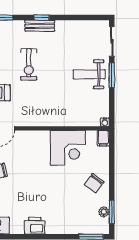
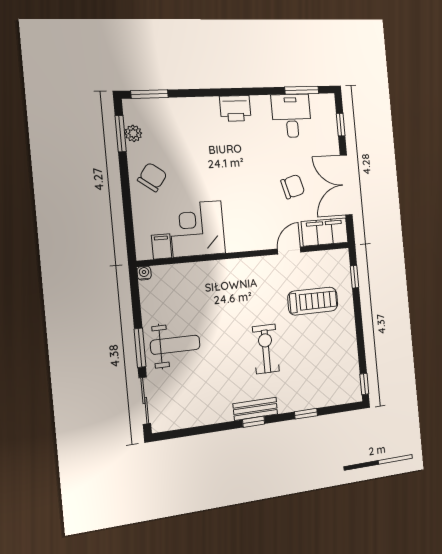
filing cabinet: (103, 138) -> (162, 246), moved

